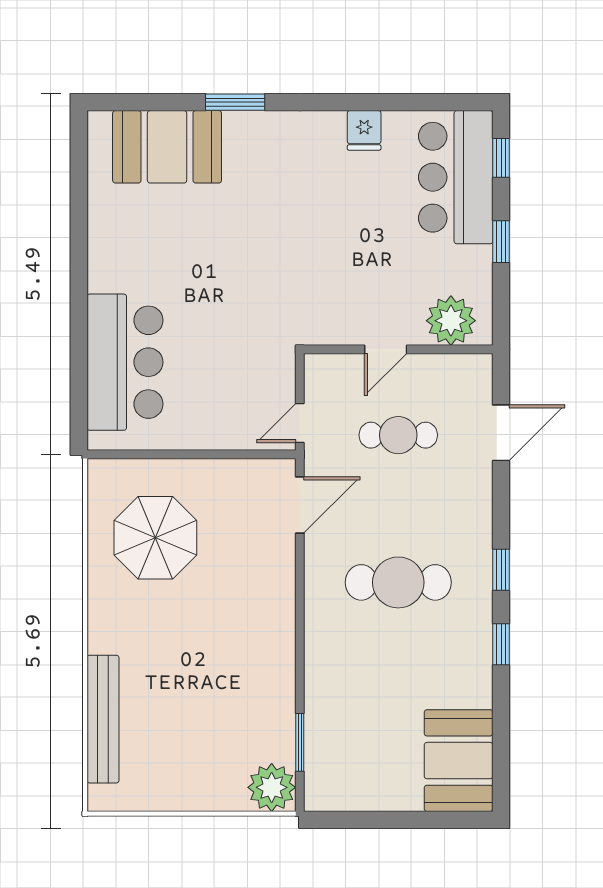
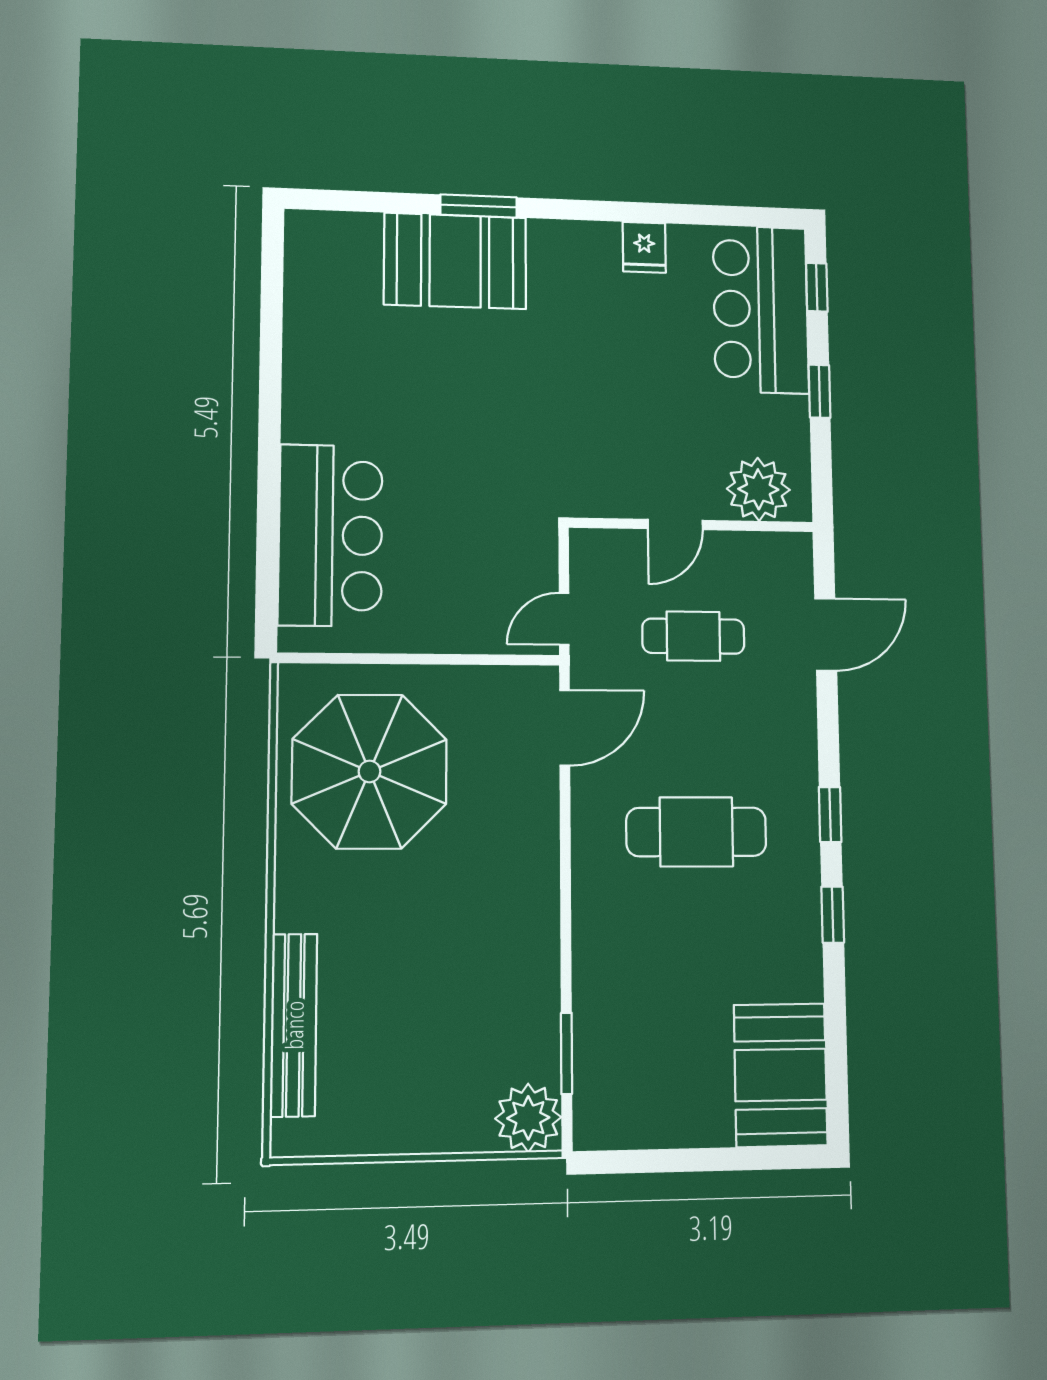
booth: (167, 147) -> (455, 261), moved
parasol: (155, 538) -> (369, 771), width x1.36, depth x1.36

